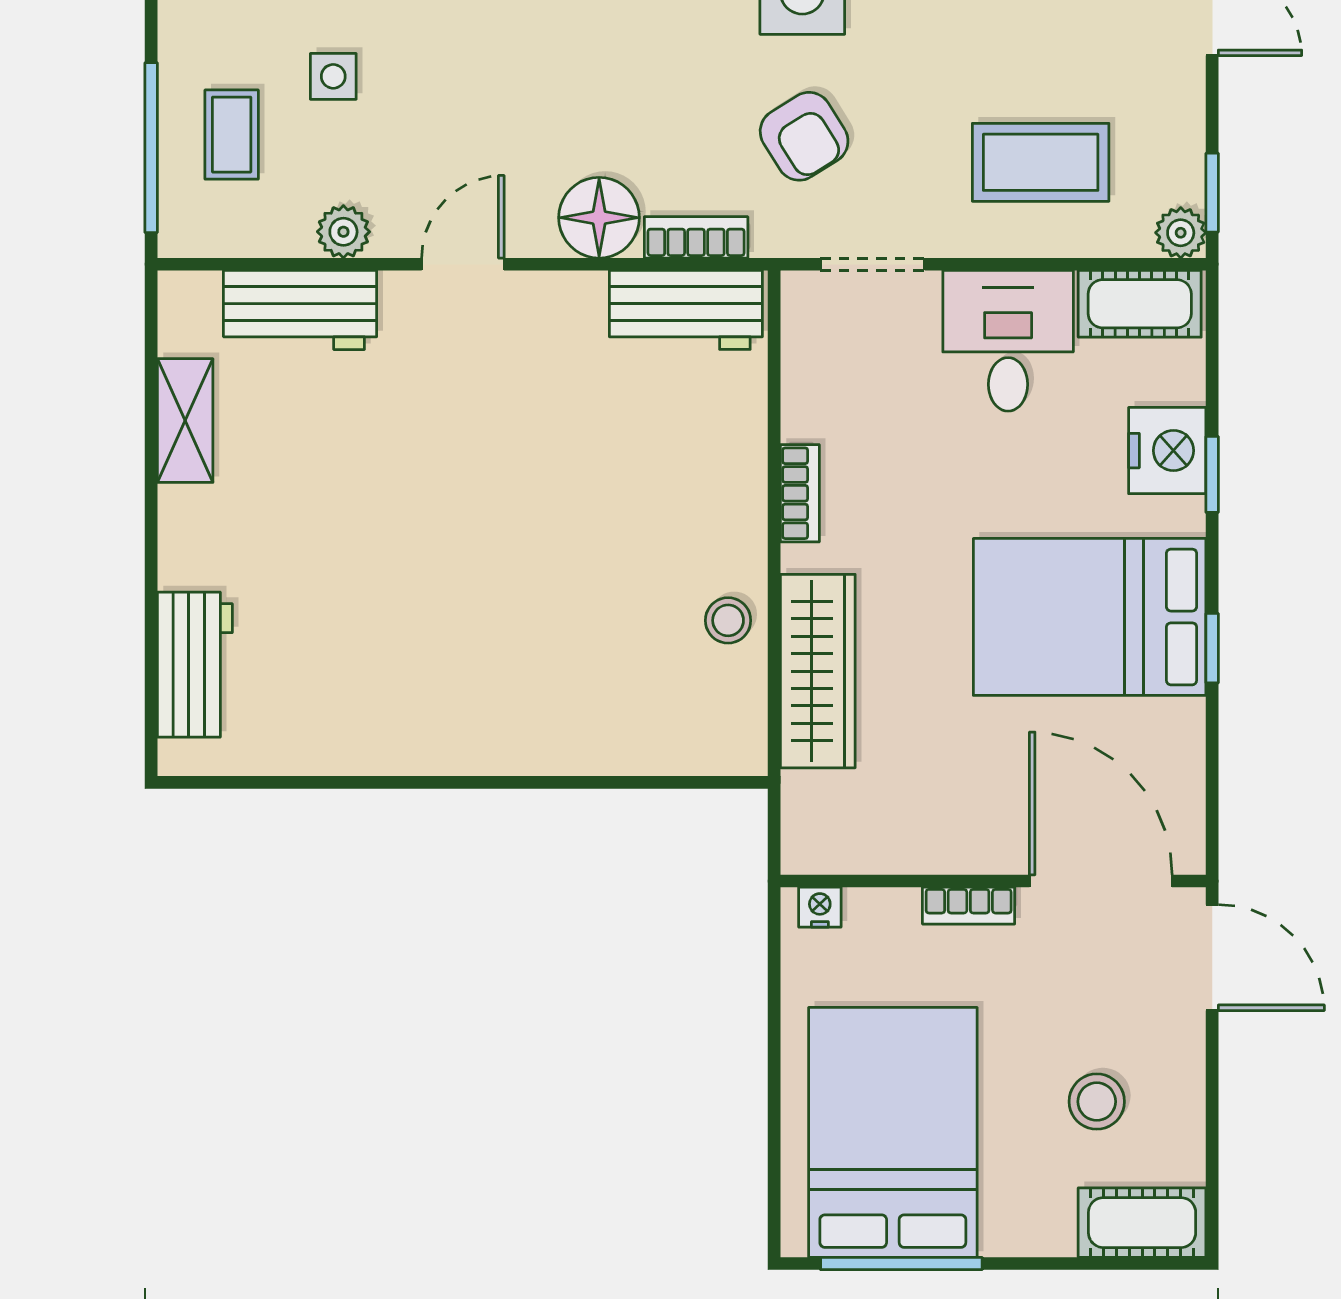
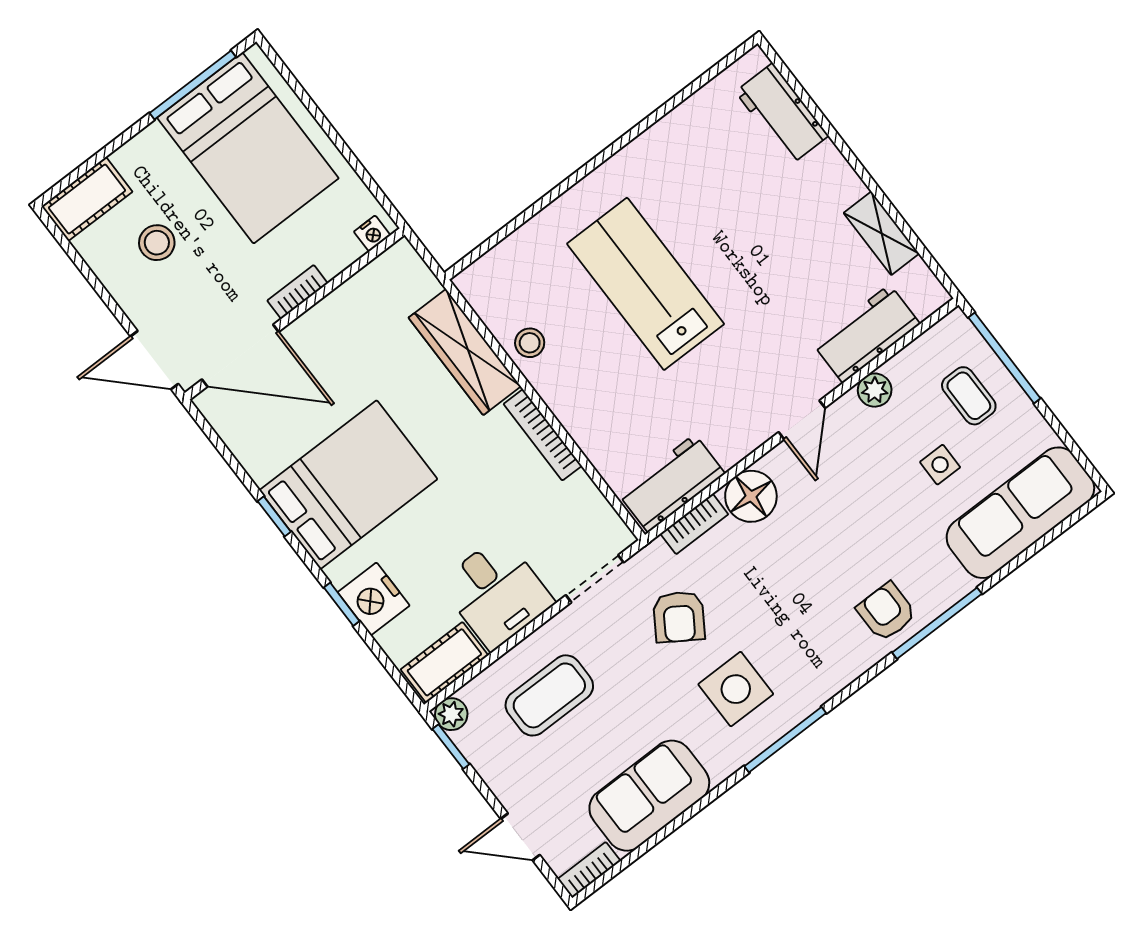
armchair: (804, 136) -> (679, 617), turned -115
bookcase: (800, 493) -> (543, 435), width x1.56
lab bench: (527, 583) -> (646, 284), added

